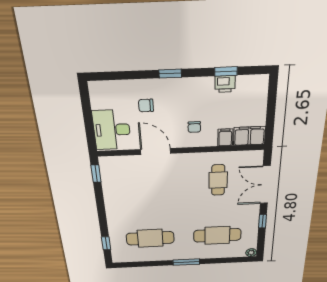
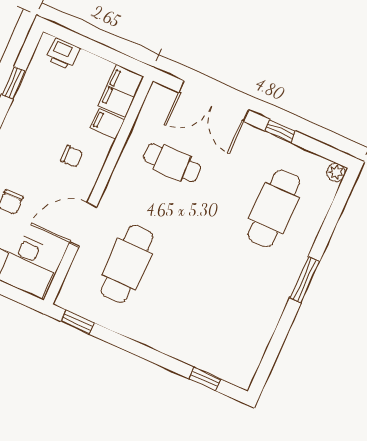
printer: (225, 84) -> (63, 54), moved, turned 90
cafe table: (150, 238) -> (127, 264), moved

